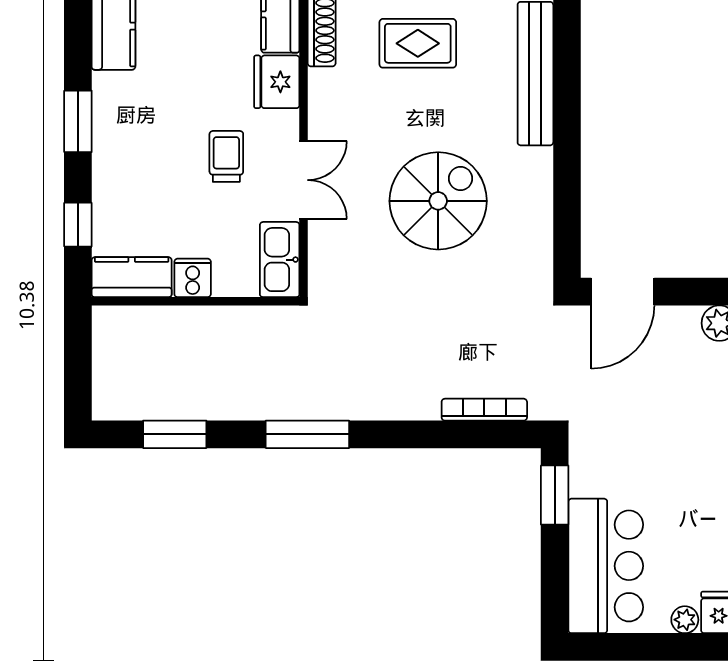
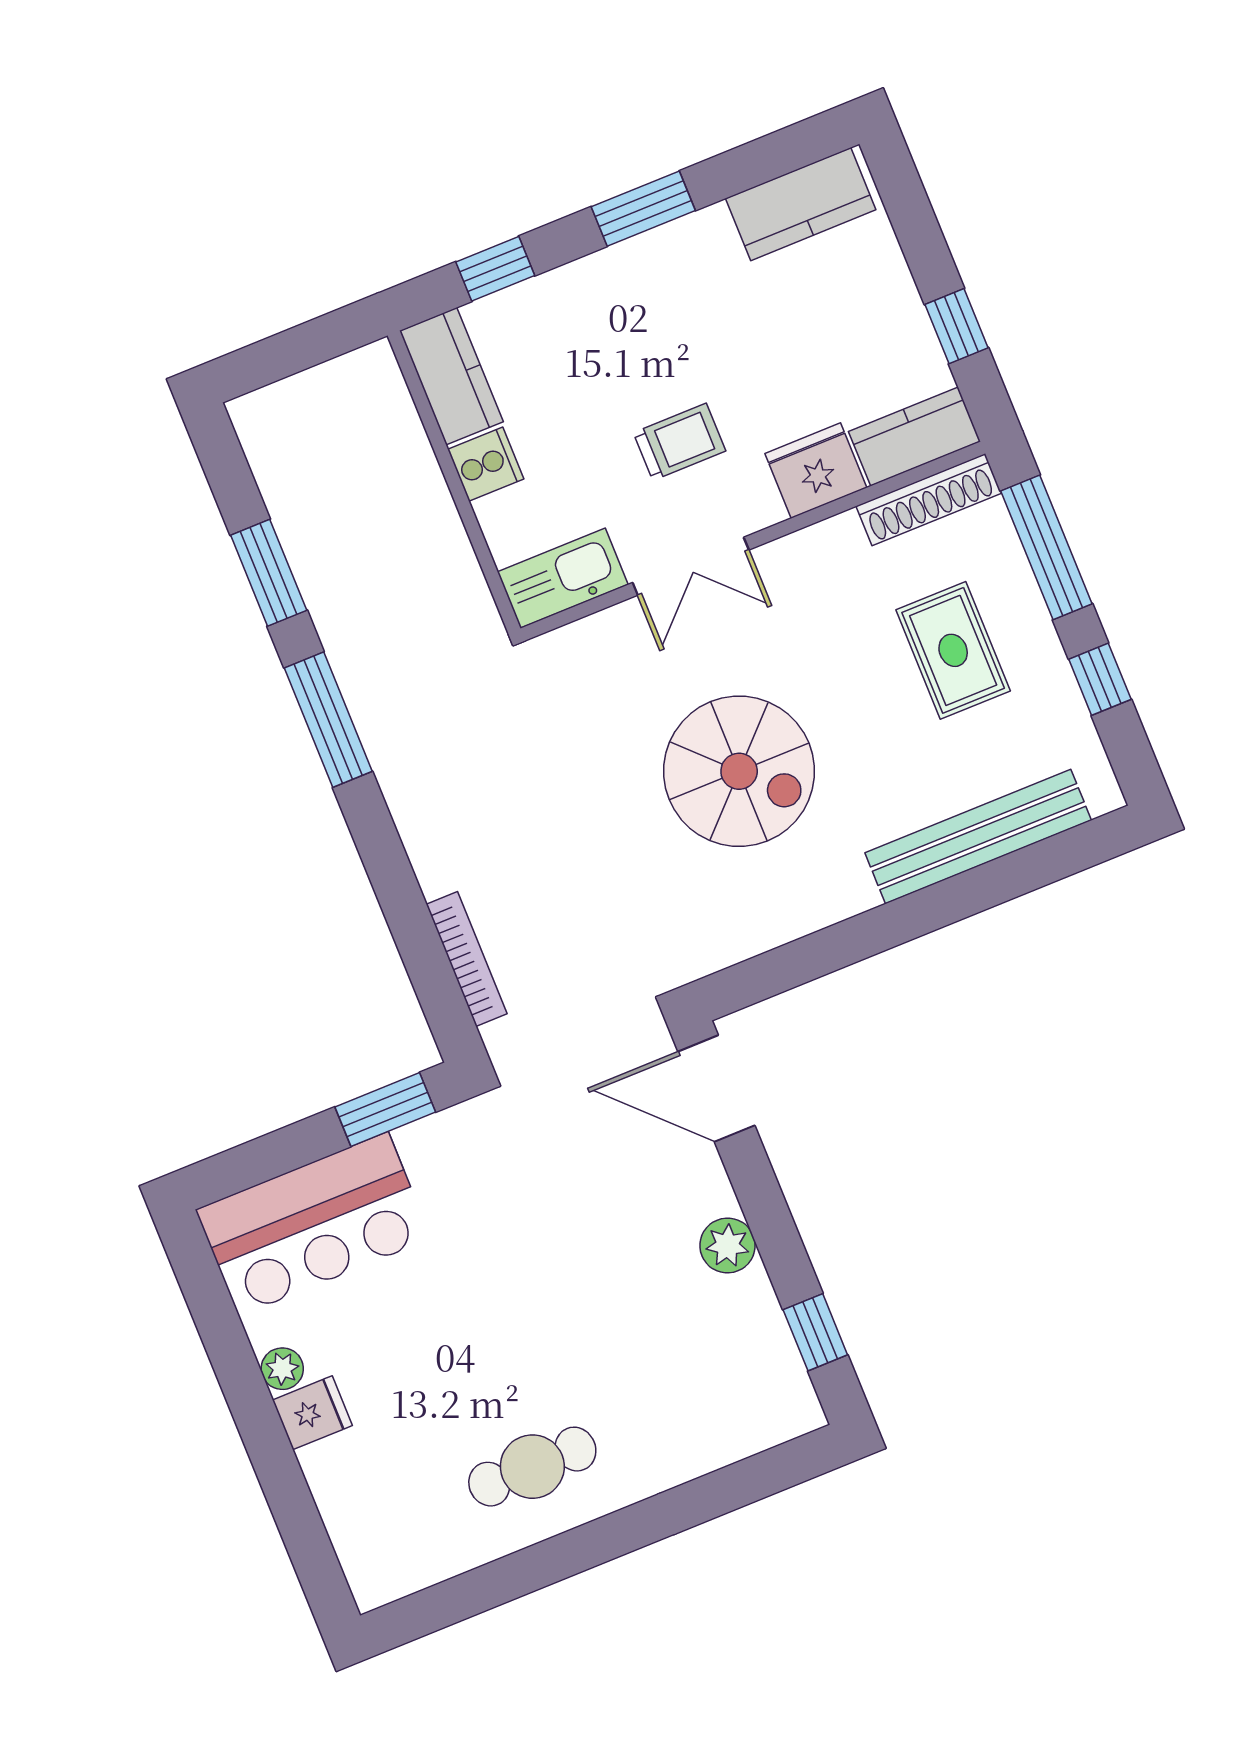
window: (175, 434) -> (269, 573), moved

